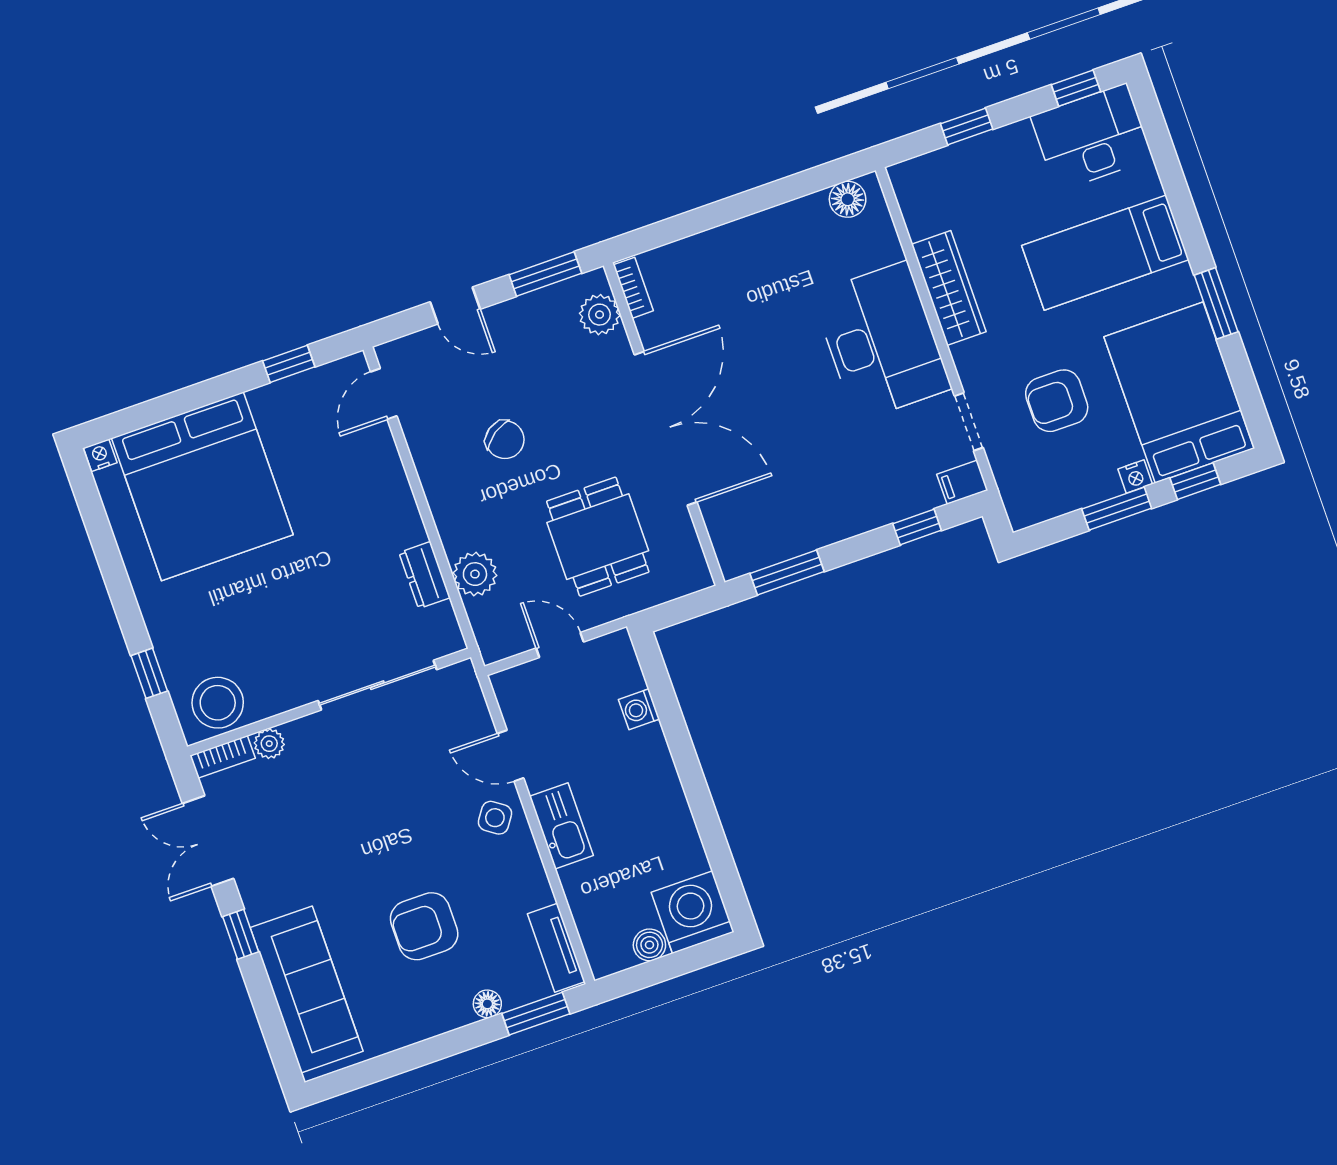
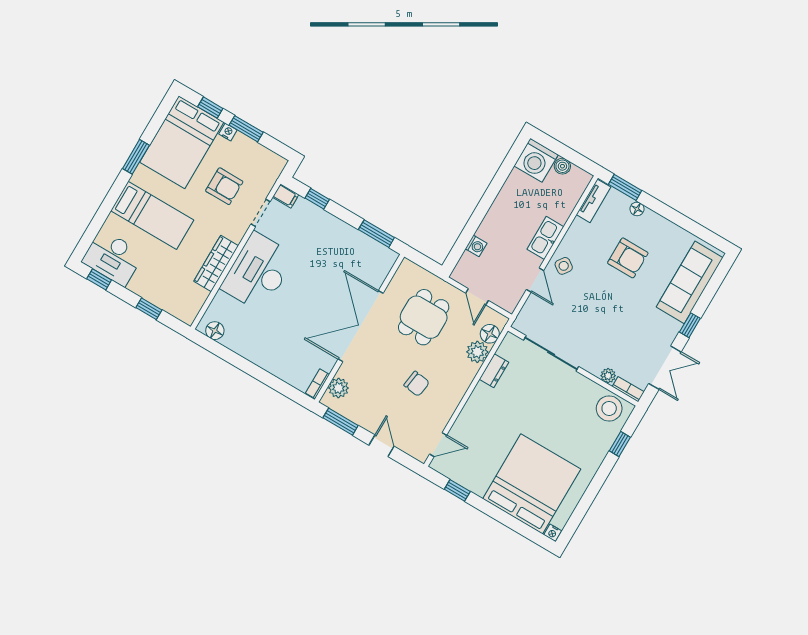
chair: (505, 440) -> (417, 384), turned 133
floor lamp: (487, 616) -> (490, 334), added

